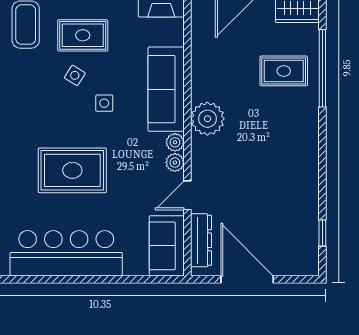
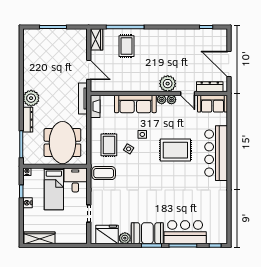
plant: (207, 119) -> (168, 84), moved
rug: (72, 170) -> (175, 150), turned 90
door: (247, 279) -> (229, 64), hinge flipped

